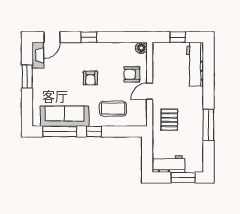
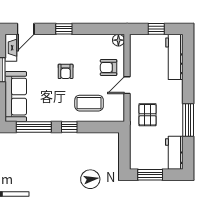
sofa: (65, 116) -> (16, 97), moved, turned 90
workbench: (169, 164) -> (174, 153), moved, turned -90
window: (183, 178) -> (150, 175), moved

